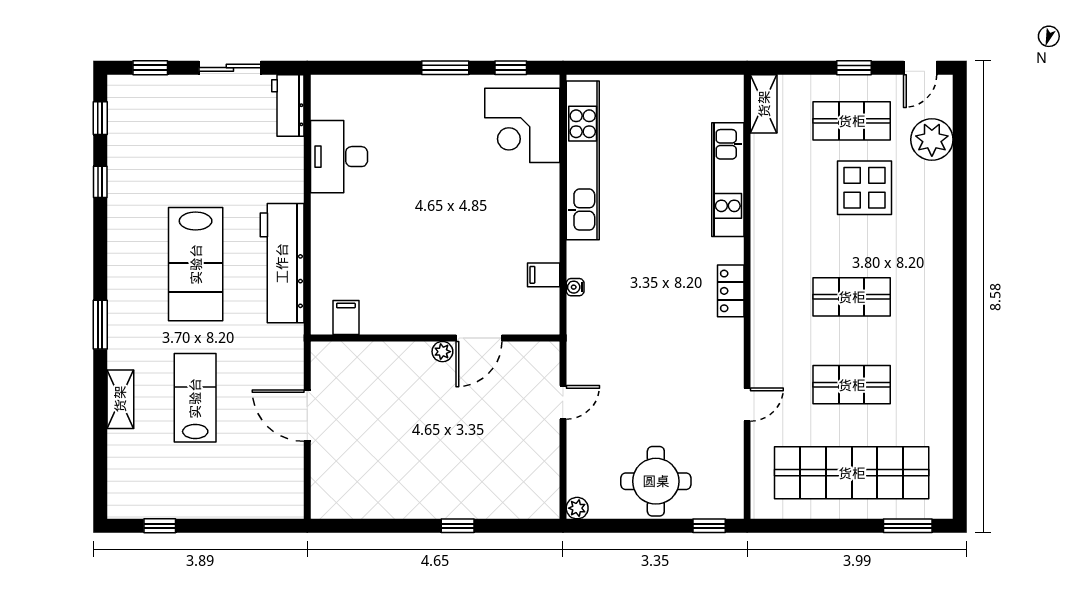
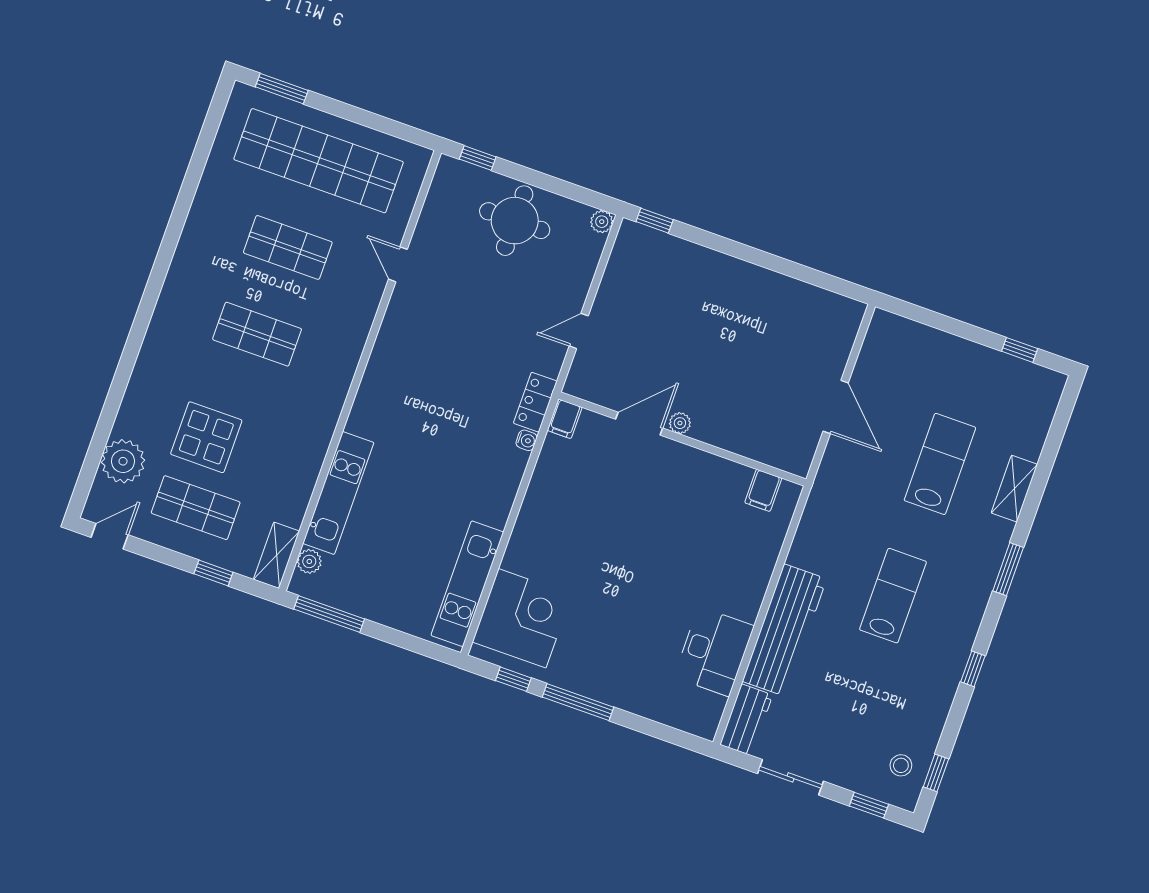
window: (445, 68) -> (578, 702), width x1.44
window: (697, 68) -> (329, 614), added
window: (854, 68) -> (213, 573), moved
plant: (732, 109) -> (309, 561), added
stool: (134, 114) -> (901, 765), added
kitchen unit: (583, 160) -> (467, 584), width x0.73
window: (100, 182) -> (973, 669), moved
workbench: (282, 263) -> (785, 630), moved
lab bench: (196, 264) -> (893, 596), width x0.73, depth x0.72
filing cabinet: (544, 275) -> (565, 419), moved, turned 90
locker: (731, 291) -> (535, 402), moved, turned 180
lab bench: (195, 398) -> (940, 464), turned 180
door: (747, 405) -> (398, 264), hinge flipped
window: (458, 526) -> (655, 221), moved

